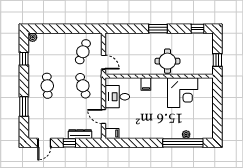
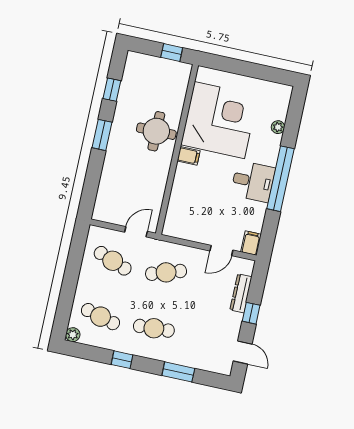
window: (197, 29) -> (112, 90), moved
cafe table: (47, 52) -> (100, 317), added
window: (24, 59) -> (122, 360), moved
filing cabinet: (146, 84) -> (189, 156), moved
corner desk: (183, 93) -> (219, 120), width x1.36, depth x1.36
desk: (117, 97) -> (253, 181), moved, turned -90
window: (183, 143) -> (280, 179), moved

